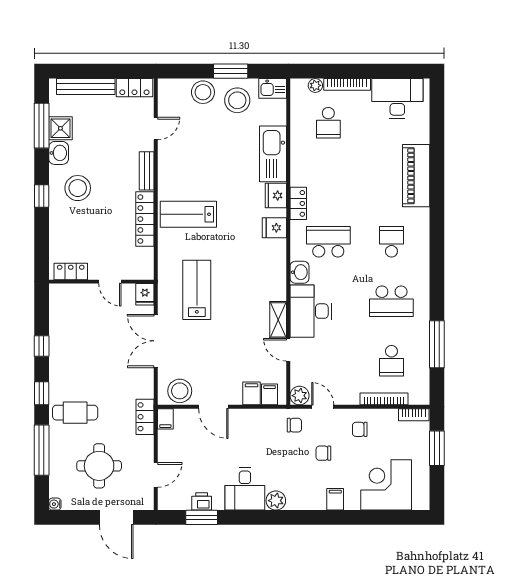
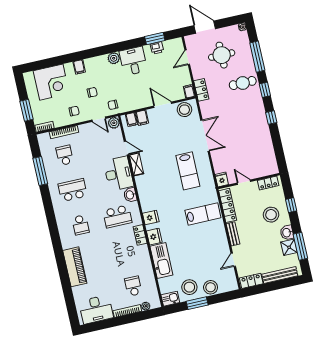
locker: (71, 271) -> (268, 183), moved
wall: (101, 282) -> (249, 181), moved
door: (110, 282) -> (244, 182), moved
fridge: (145, 294) -> (222, 179), moved

